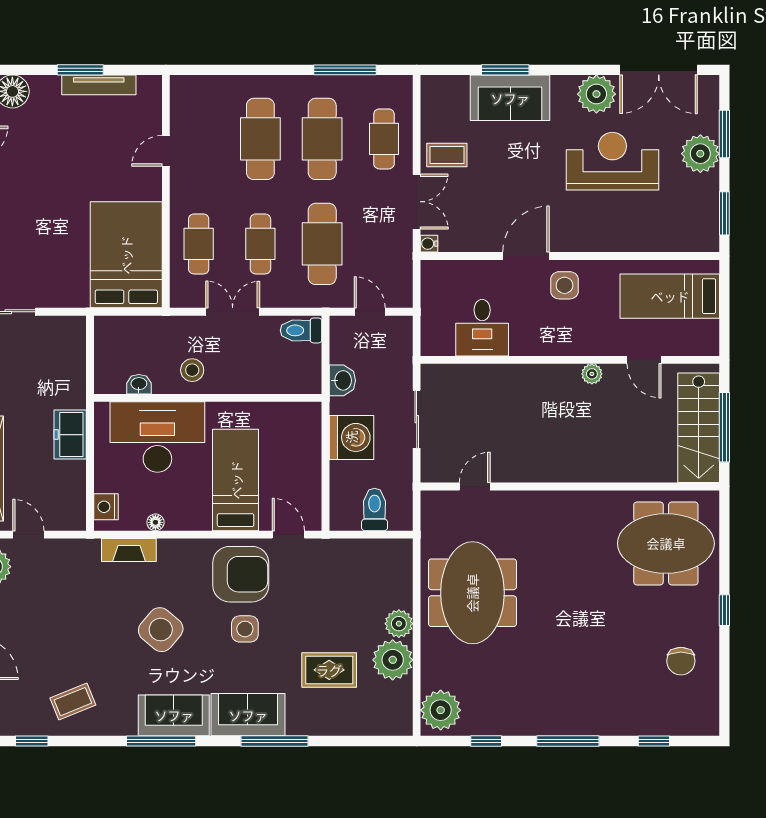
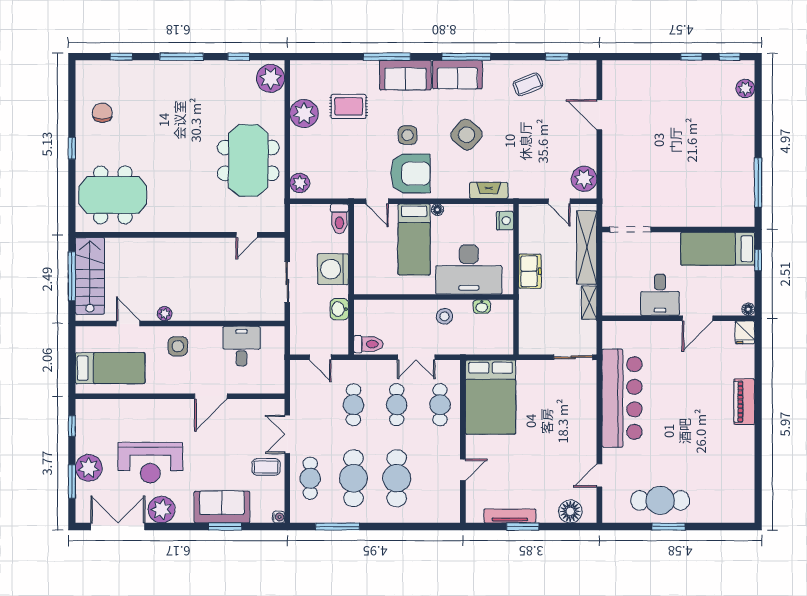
window: (724, 213) -> (72, 426), width x0.67
cafe table: (322, 244) -> (353, 405), width x0.73, depth x0.74
water cooler: (429, 244) -> (279, 517), moved
side table: (564, 285) -> (178, 346), moved
toilet: (375, 510) -> (339, 219), moved
floor lamp: (155, 522) -> (437, 210), moved
armchair: (241, 574) -> (410, 173), turned 180
plant: (399, 624) -> (300, 183), moved

